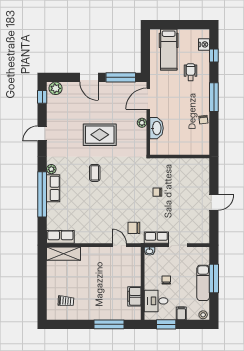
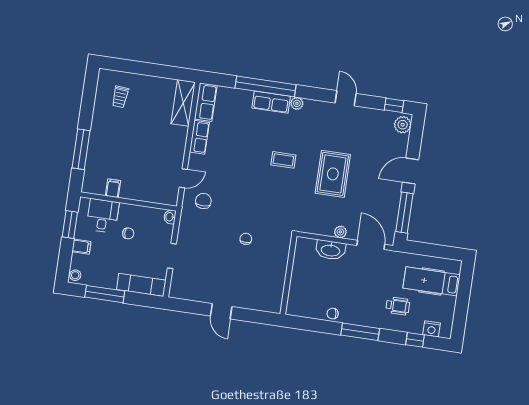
row of seats: (156, 238) -> (199, 137), moved
window: (214, 279) -> (105, 294), moved
exam couch: (203, 283) -> (141, 285), moved
filing cabinet: (134, 296) -> (113, 188), width x0.50

